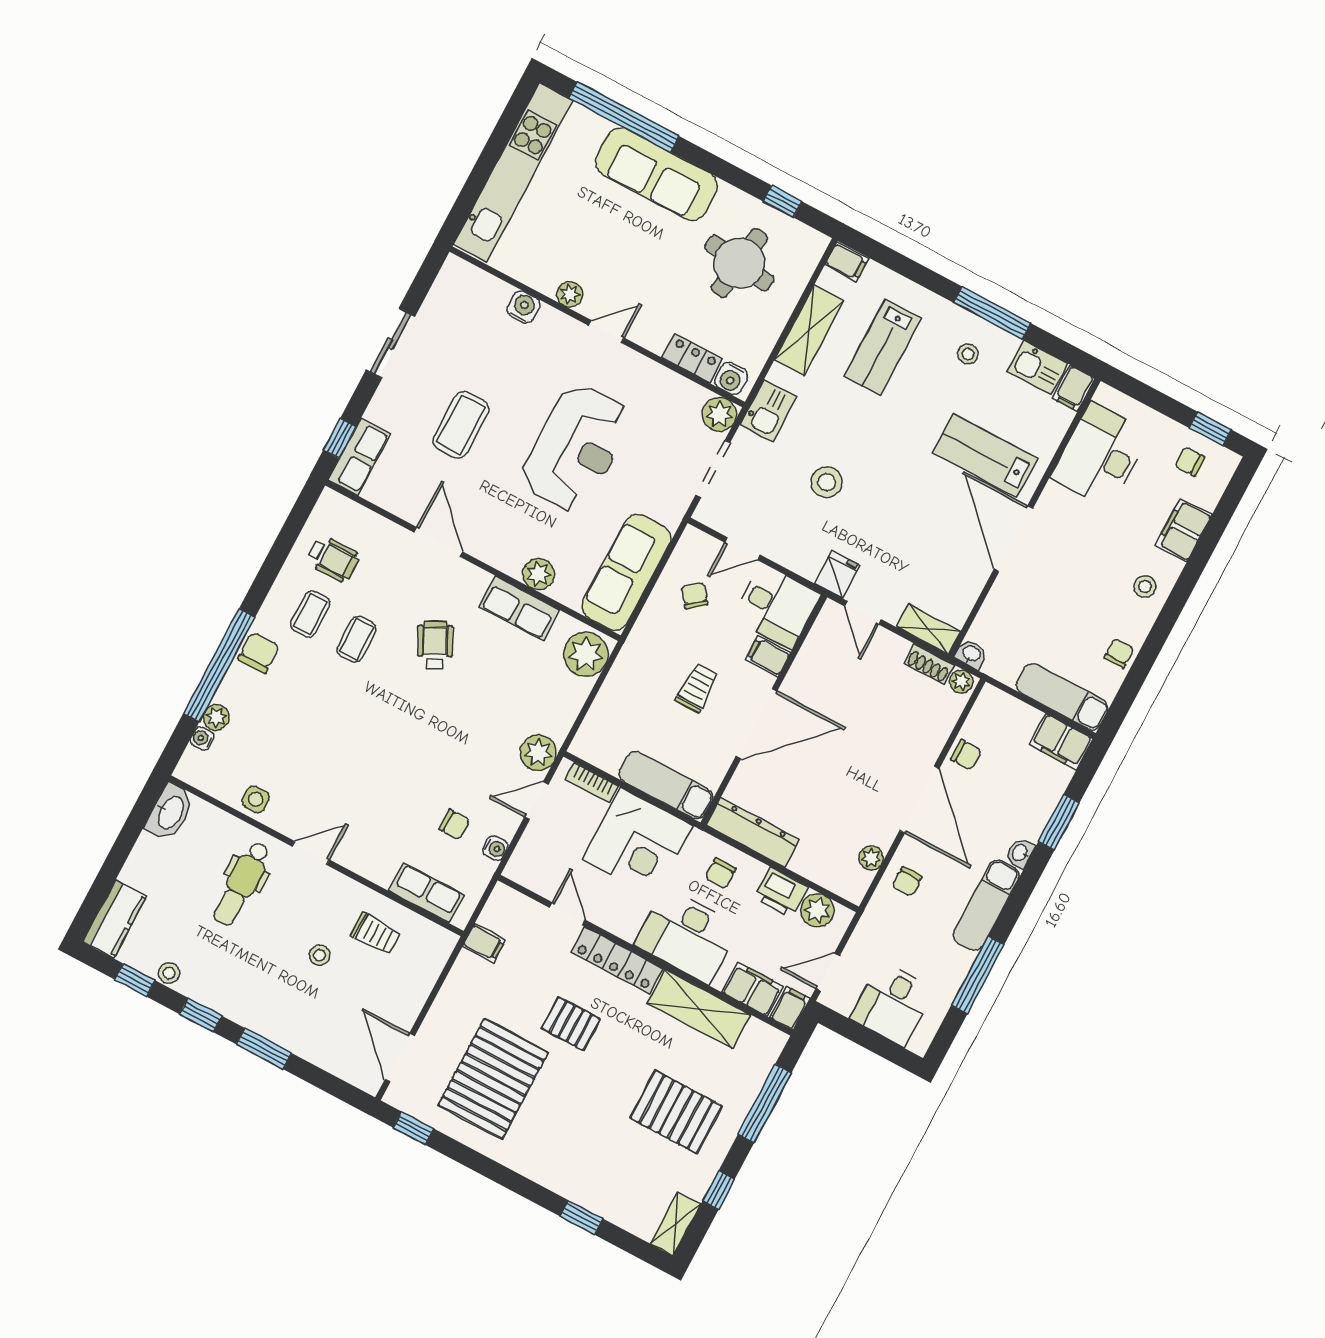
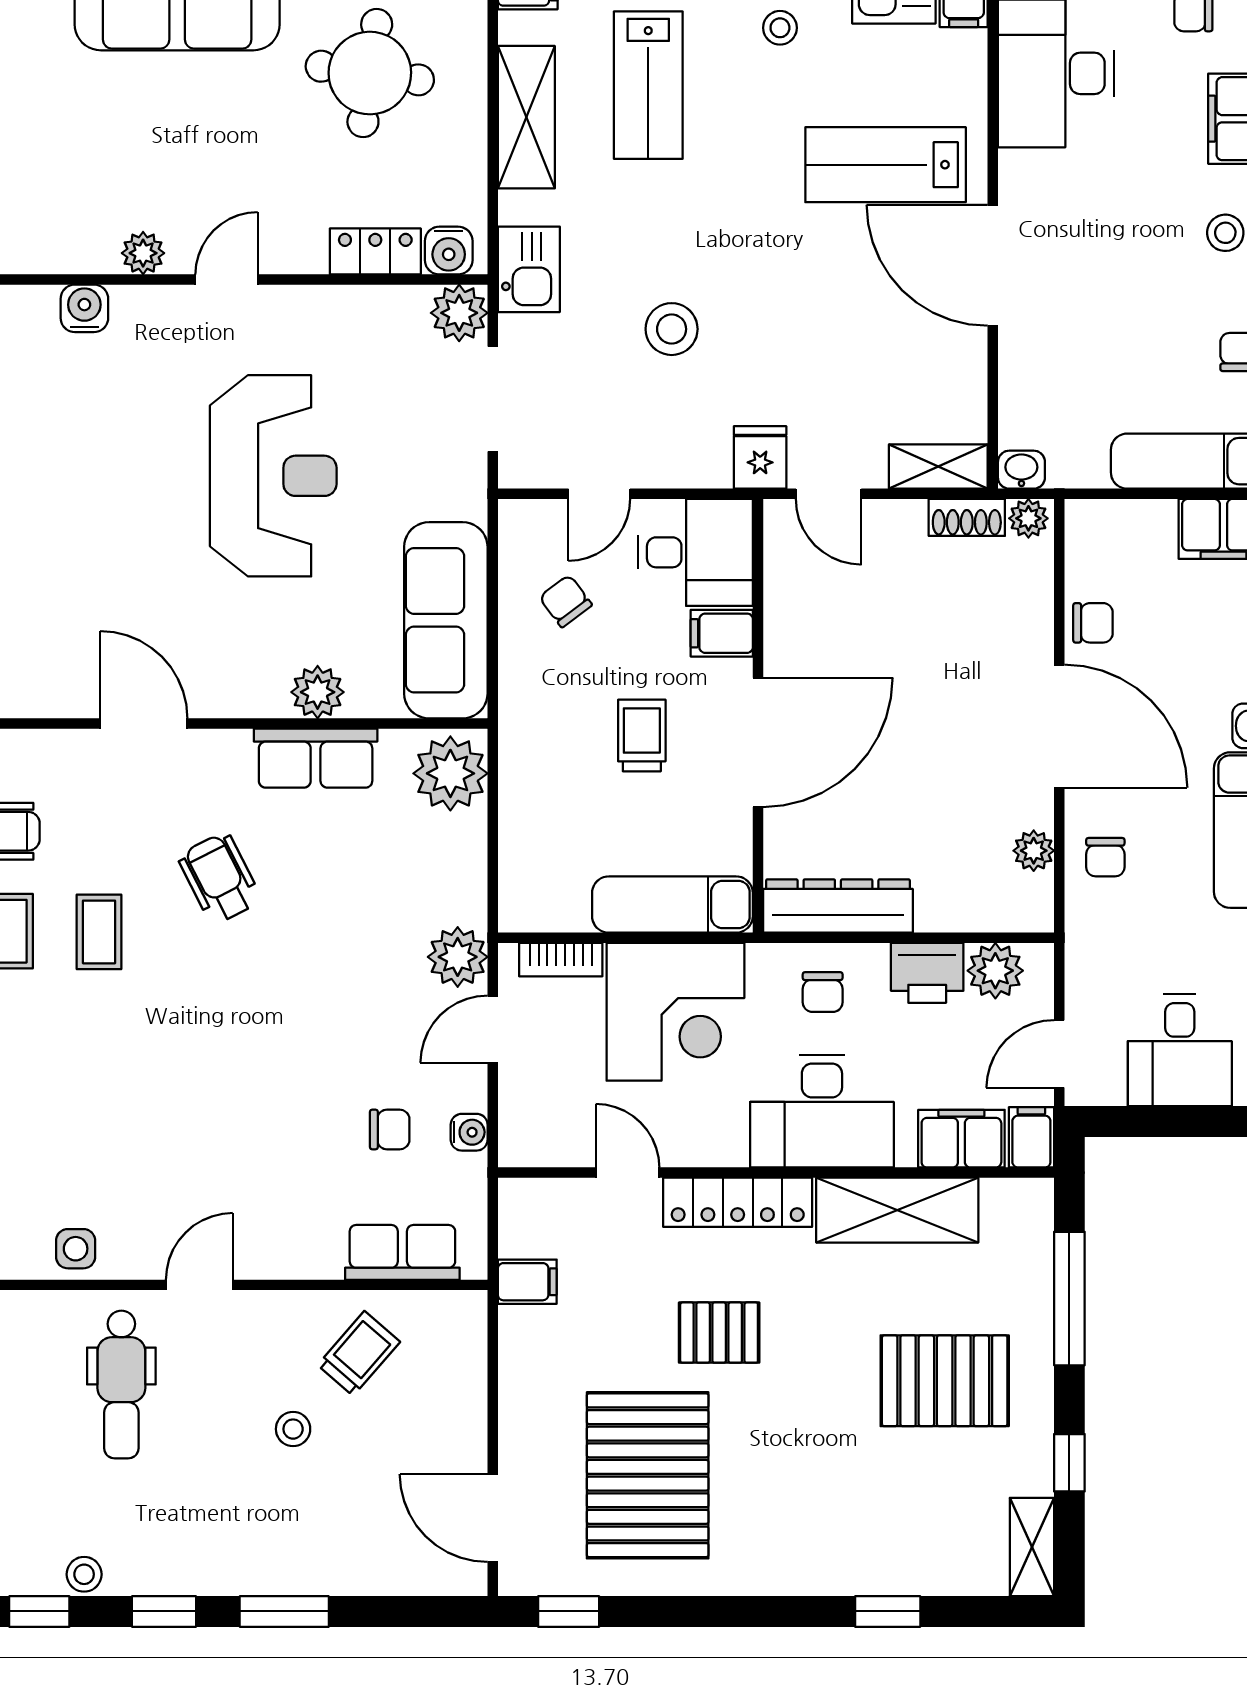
coffee table: (461, 425) -> (85, 532), removed
trolley: (375, 934) -> (359, 1353), turned -49

